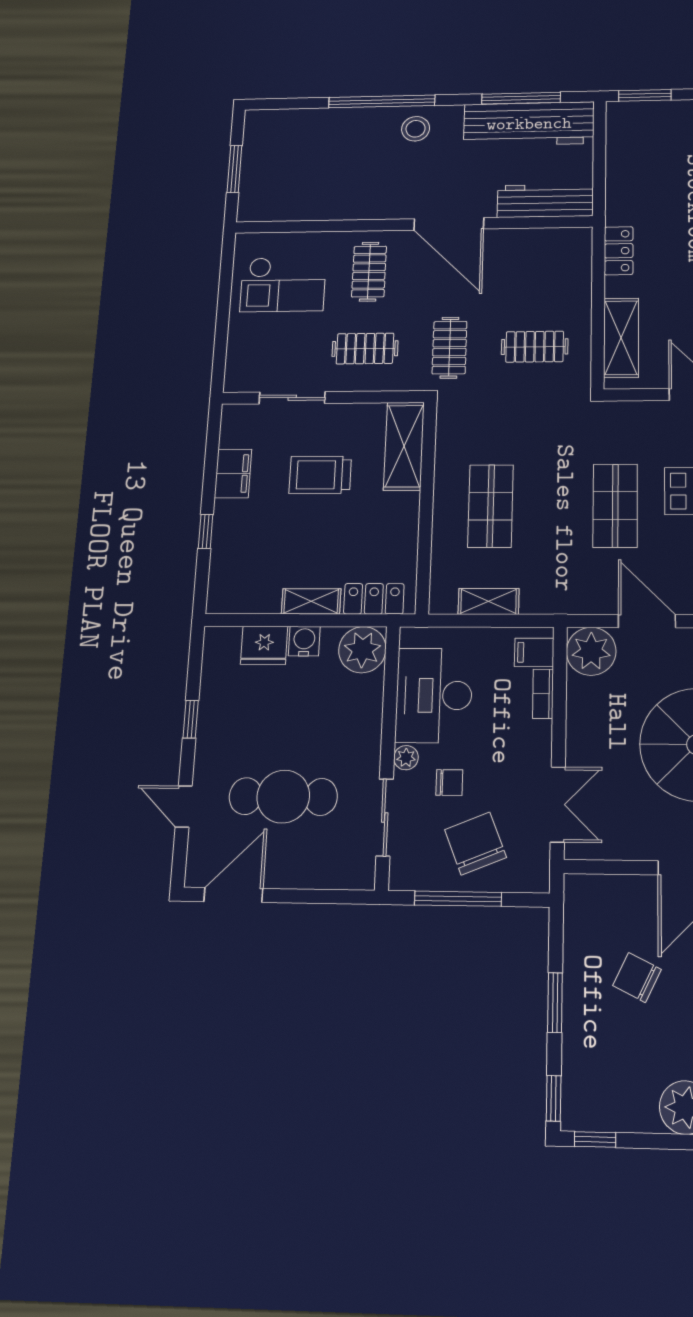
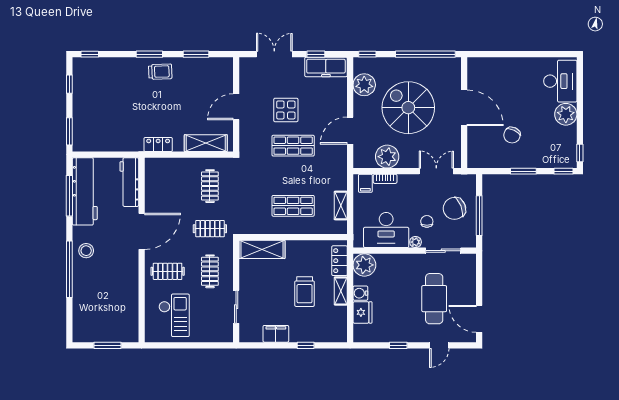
trolley: (320, 475) -> (305, 292), moved
plant: (591, 651) -> (387, 157), moved

